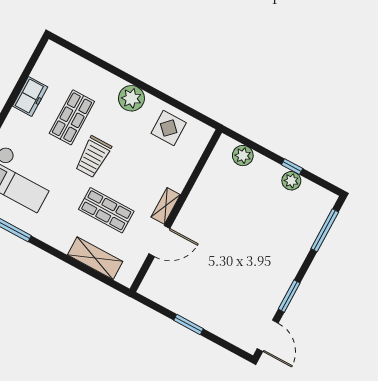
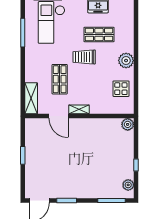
plant: (243, 156) -> (128, 124), moved
plant: (291, 181) -> (128, 185), moved
shelving: (95, 258) -> (31, 98), moved

